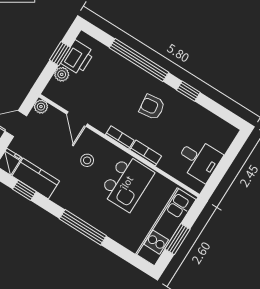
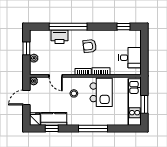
printer: (78, 57) -> (60, 37), moved, turned 90
window: (188, 91) -> (123, 27), moved

